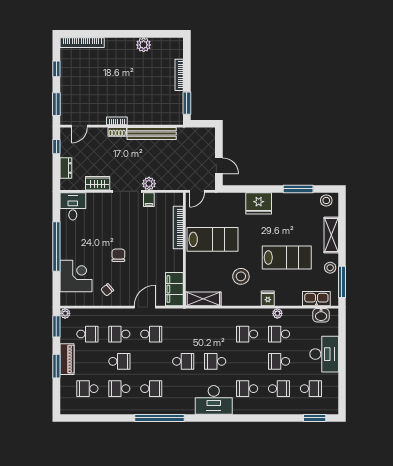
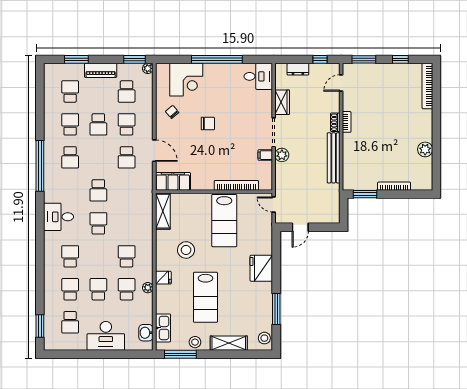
door: (79, 126) -> (341, 83), hinge flipped
window: (56, 366) -> (76, 59), moved
school desk: (279, 389) -> (70, 289), turned 180
desk: (214, 400) -> (59, 217), width x0.73

